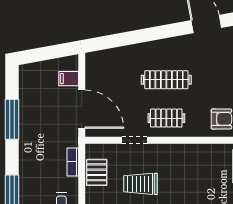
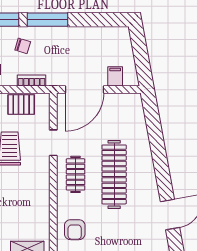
clothes rail: (166, 80) -> (114, 174), width x1.37, depth x1.31
window: (12, 119) -> (47, 20), moved
chair: (38, 171) -> (23, 46), added

